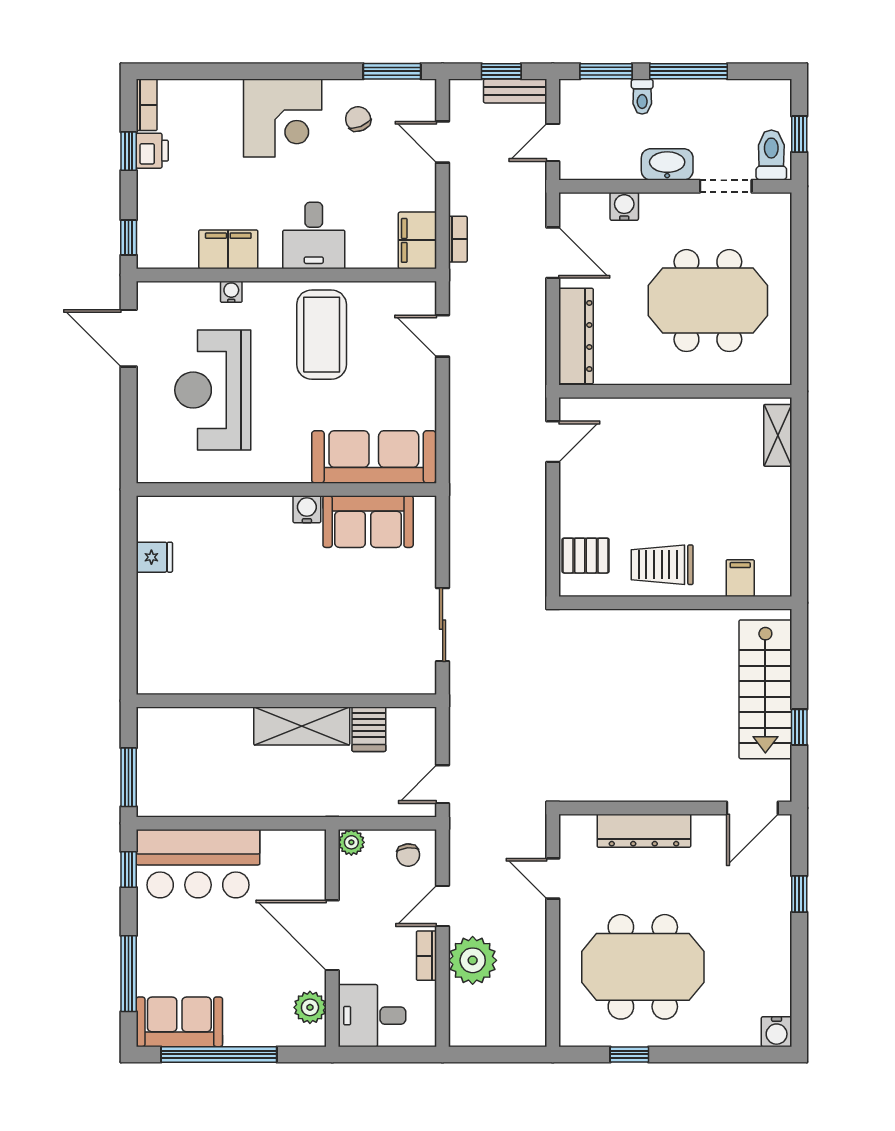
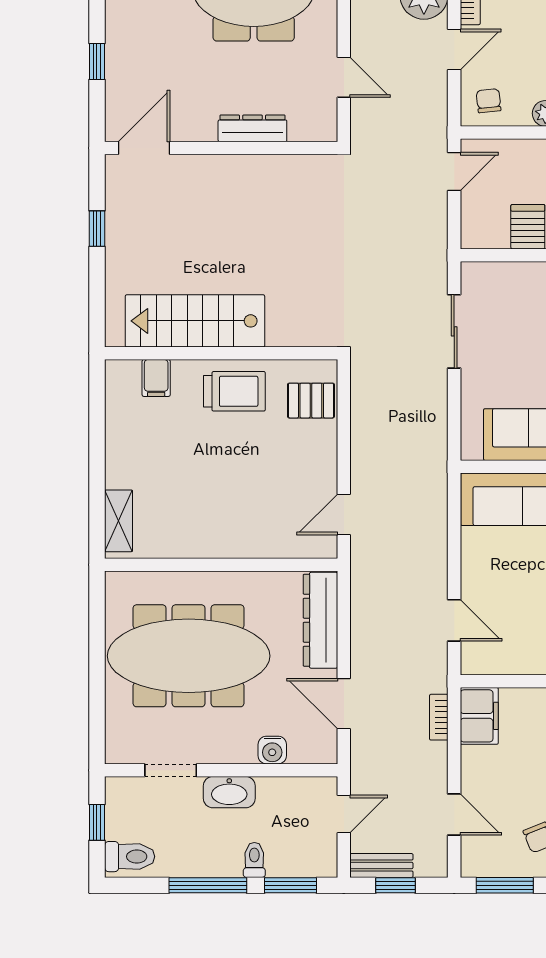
toilet: (771, 155) -> (130, 857), moved, turned -90
meeting table: (708, 301) -> (189, 656), width x1.36
stairs: (765, 689) -> (195, 321), moved, turned -90
dresser: (644, 831) -> (252, 128), width x0.73, depth x0.80

